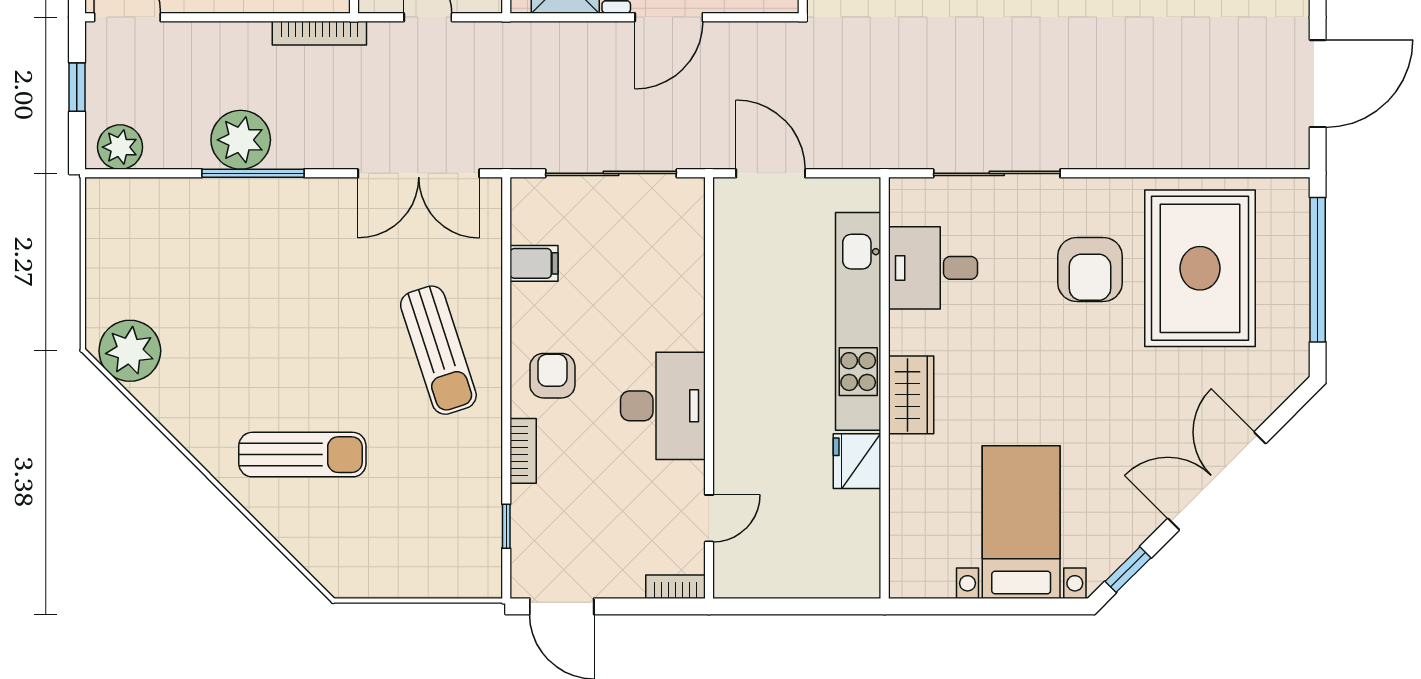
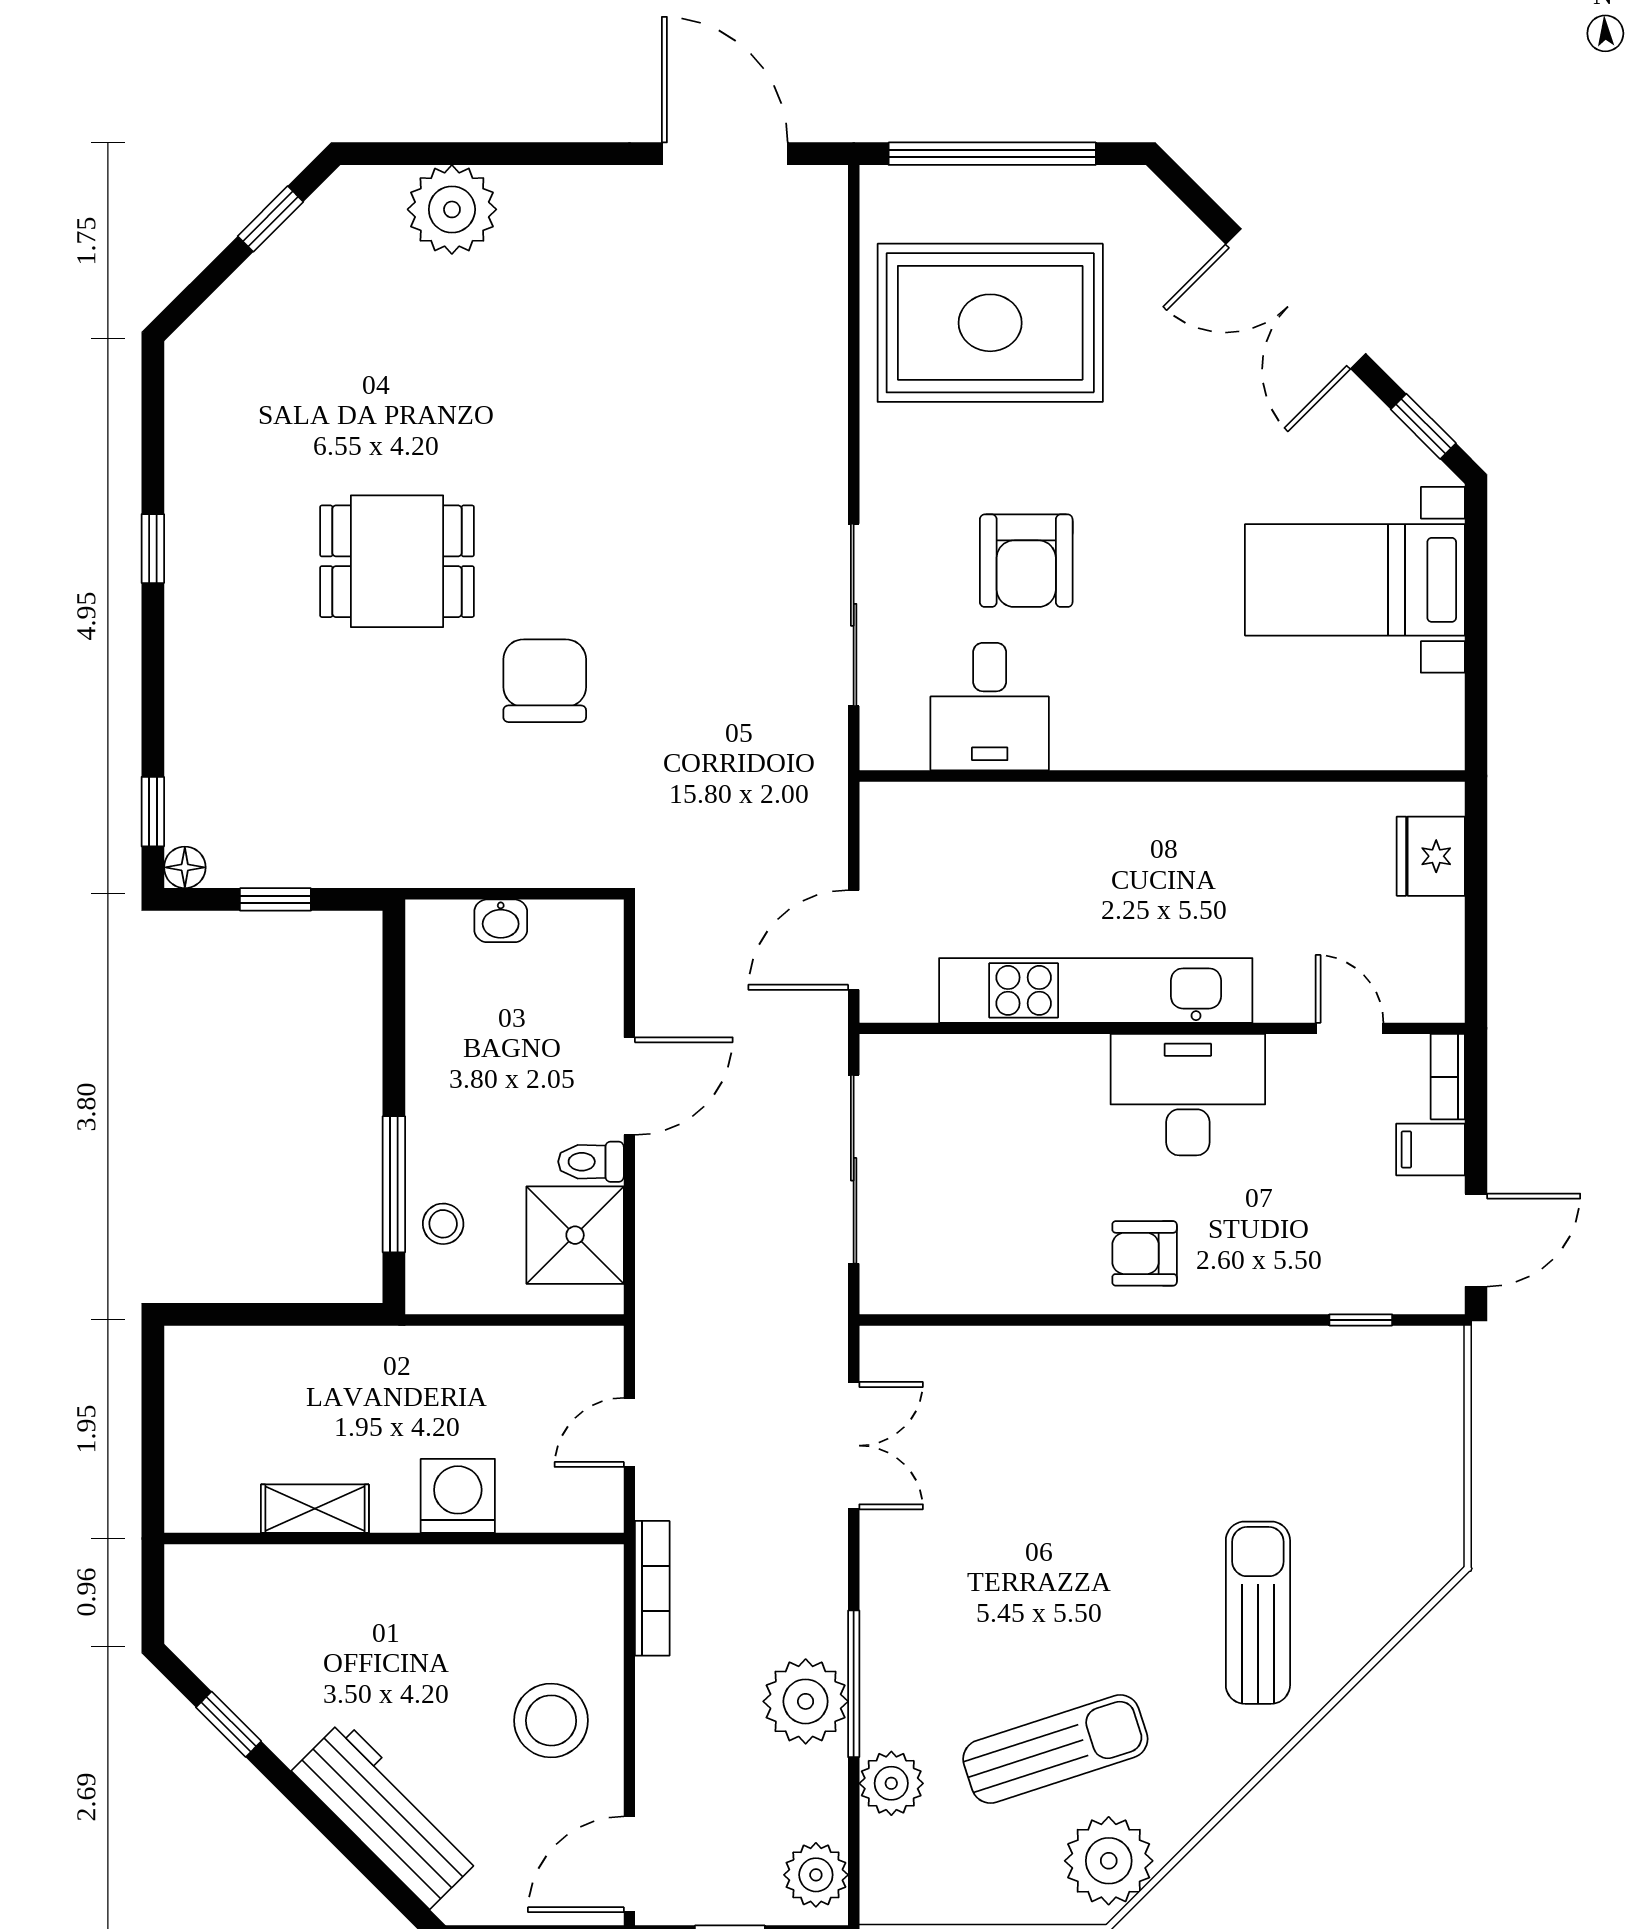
door: (669, 17) -> (629, 1086), hinge flipped
double door: (419, 173) -> (854, 1446), width x0.73
plant: (184, 199) -> (891, 1783), added
filing cabinet: (534, 263) -> (1430, 1150), moved, turned -90
armchair: (1090, 269) -> (1026, 561), moved, turned 90
kitchen unit: (858, 321) -> (1096, 990), moved, turned 180
sun lounger: (438, 350) -> (1055, 1749), moved
wardrobe: (911, 395) -> (1172, 738), removed
bookcase: (523, 451) -> (1253, 1296), removed
fridge: (857, 461) -> (1431, 856), moved, turned 90

